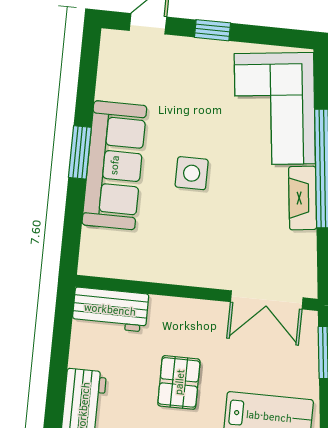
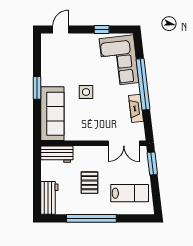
window: (213, 30) -> (102, 29), moved
sofa: (114, 165) -> (52, 114), moved
fireplace: (303, 198) -> (136, 108), moved

